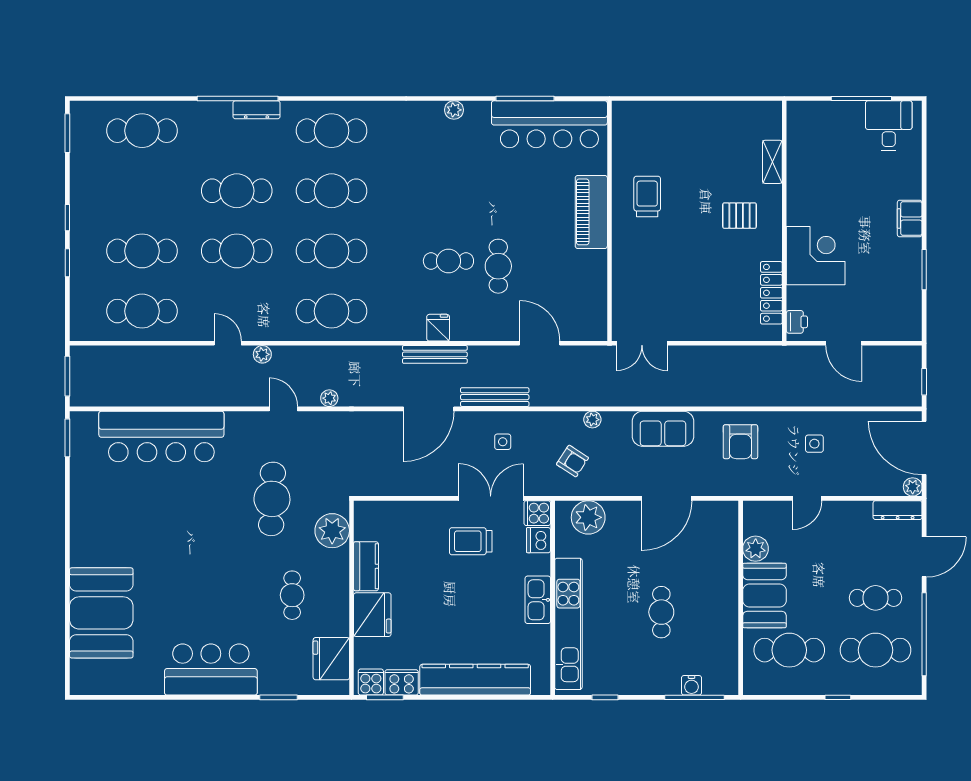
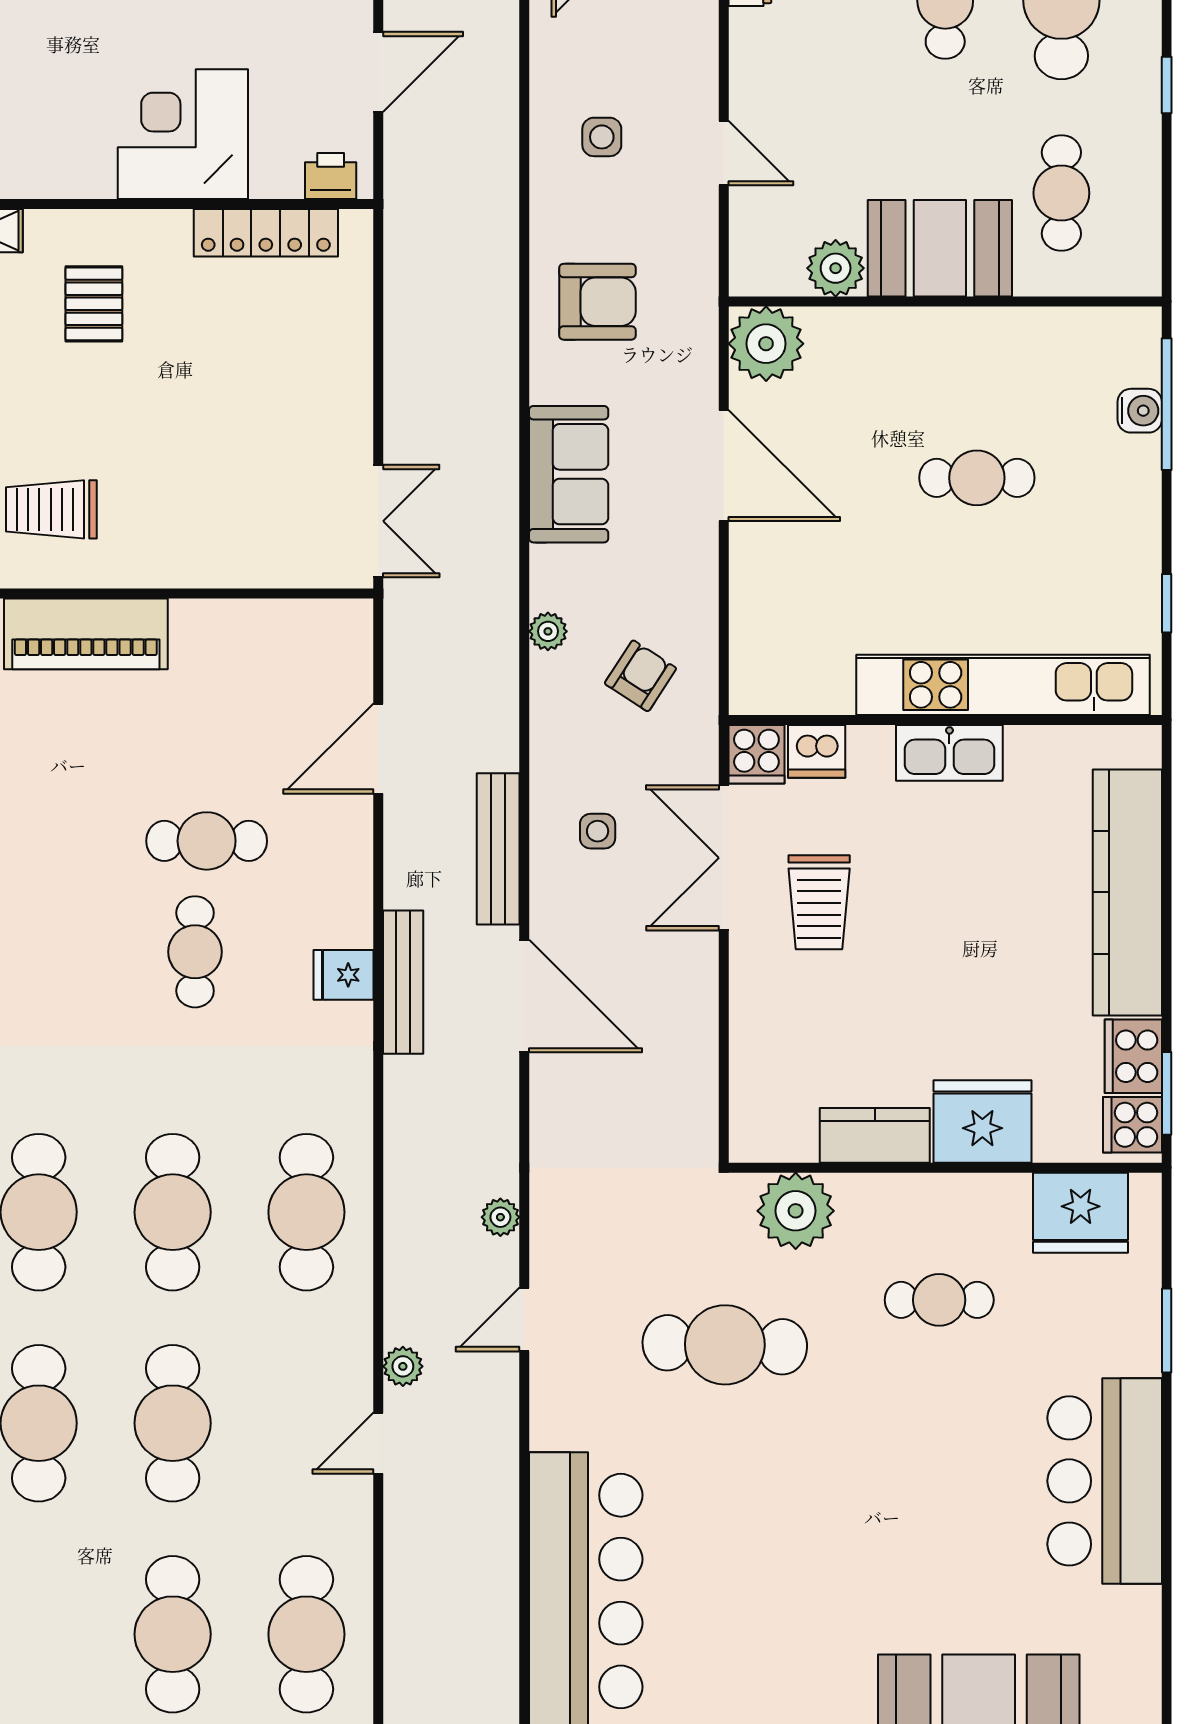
plant: (588, 517) -> (766, 344), moved
cafe table: (789, 650) -> (1061, 193), width x0.73, depth x0.74

